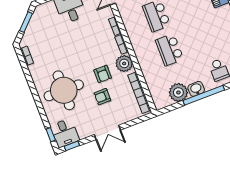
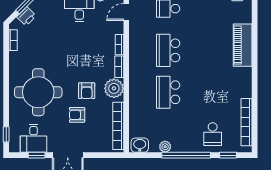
printer: (30, 32) -> (26, 16), added
washbasin: (196, 89) -> (140, 145), moved
plant: (178, 92) -> (165, 147), width x0.53, depth x0.53
desk: (65, 133) -> (34, 138), moved
window: (72, 146) -> (37, 155), moved

